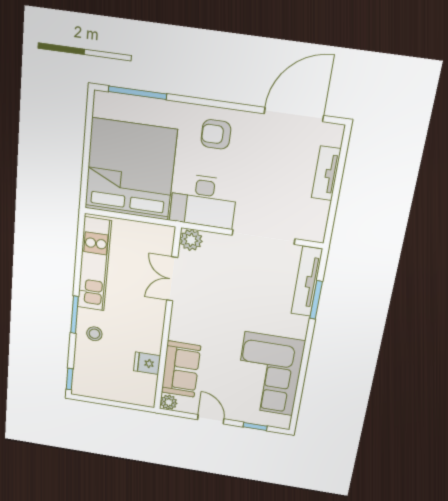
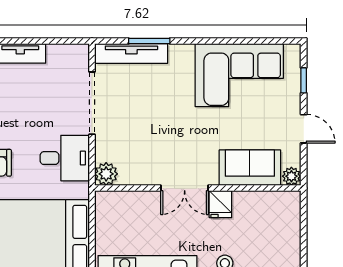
desk: (203, 201) -> (65, 158), width x0.73
double door: (172, 279) -> (185, 188), moved
fridge: (147, 363) -> (220, 204), moved
door: (211, 419) -> (304, 129), swing flipped

